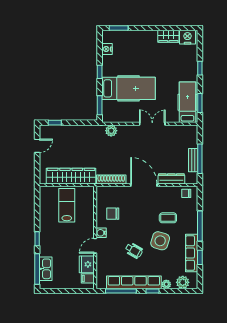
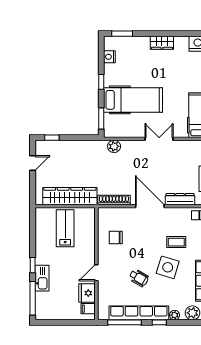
wardrobe: (168, 36) -> (162, 43), moved
water cooler: (101, 233) -> (103, 259), removed
kitchen sink: (46, 269) -> (42, 278), moved

